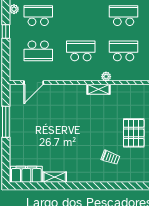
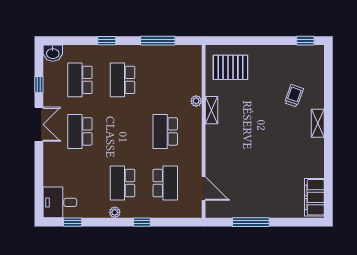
school desk: (124, 51) -> (165, 80), removed
pallet: (134, 133) -> (230, 67), moved
shelving: (55, 177) -> (318, 123), moved

